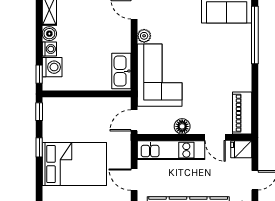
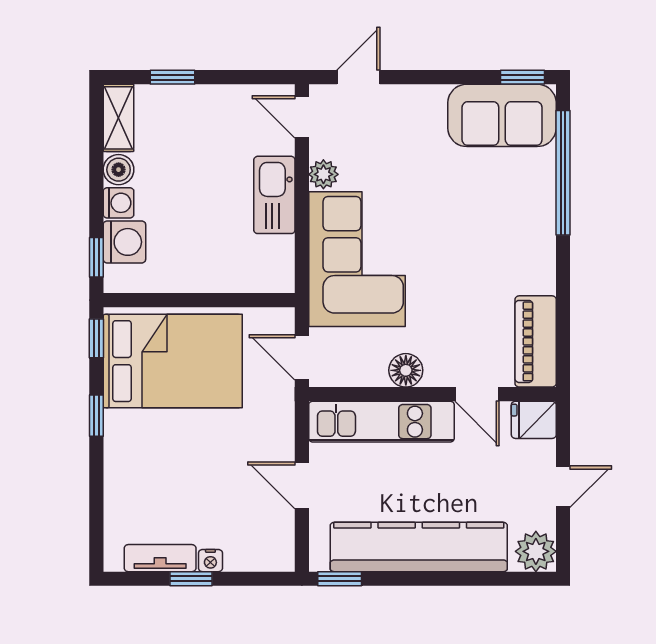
kitchen sink: (121, 71) -> (274, 195), moved
door: (134, 120) -> (302, 357), hinge flipped
bed: (74, 164) -> (173, 361), moved

